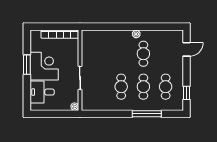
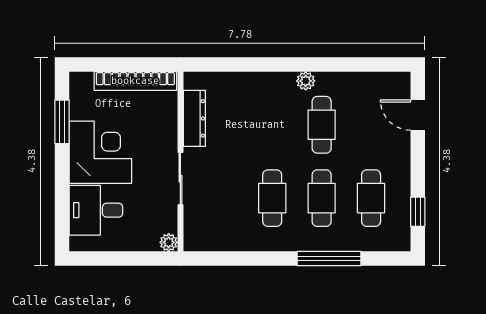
door: (186, 49) -> (418, 115), swing flipped
dresser: (86, 51) -> (194, 118), added
window: (27, 65) -> (62, 122), moved

